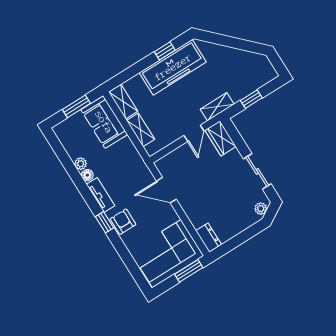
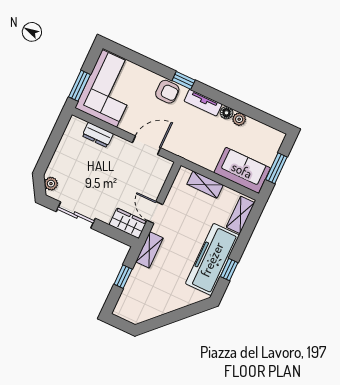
shelving: (123, 102) -> (240, 215), moved, turned 90
dresser: (208, 238) -> (98, 135), moved

